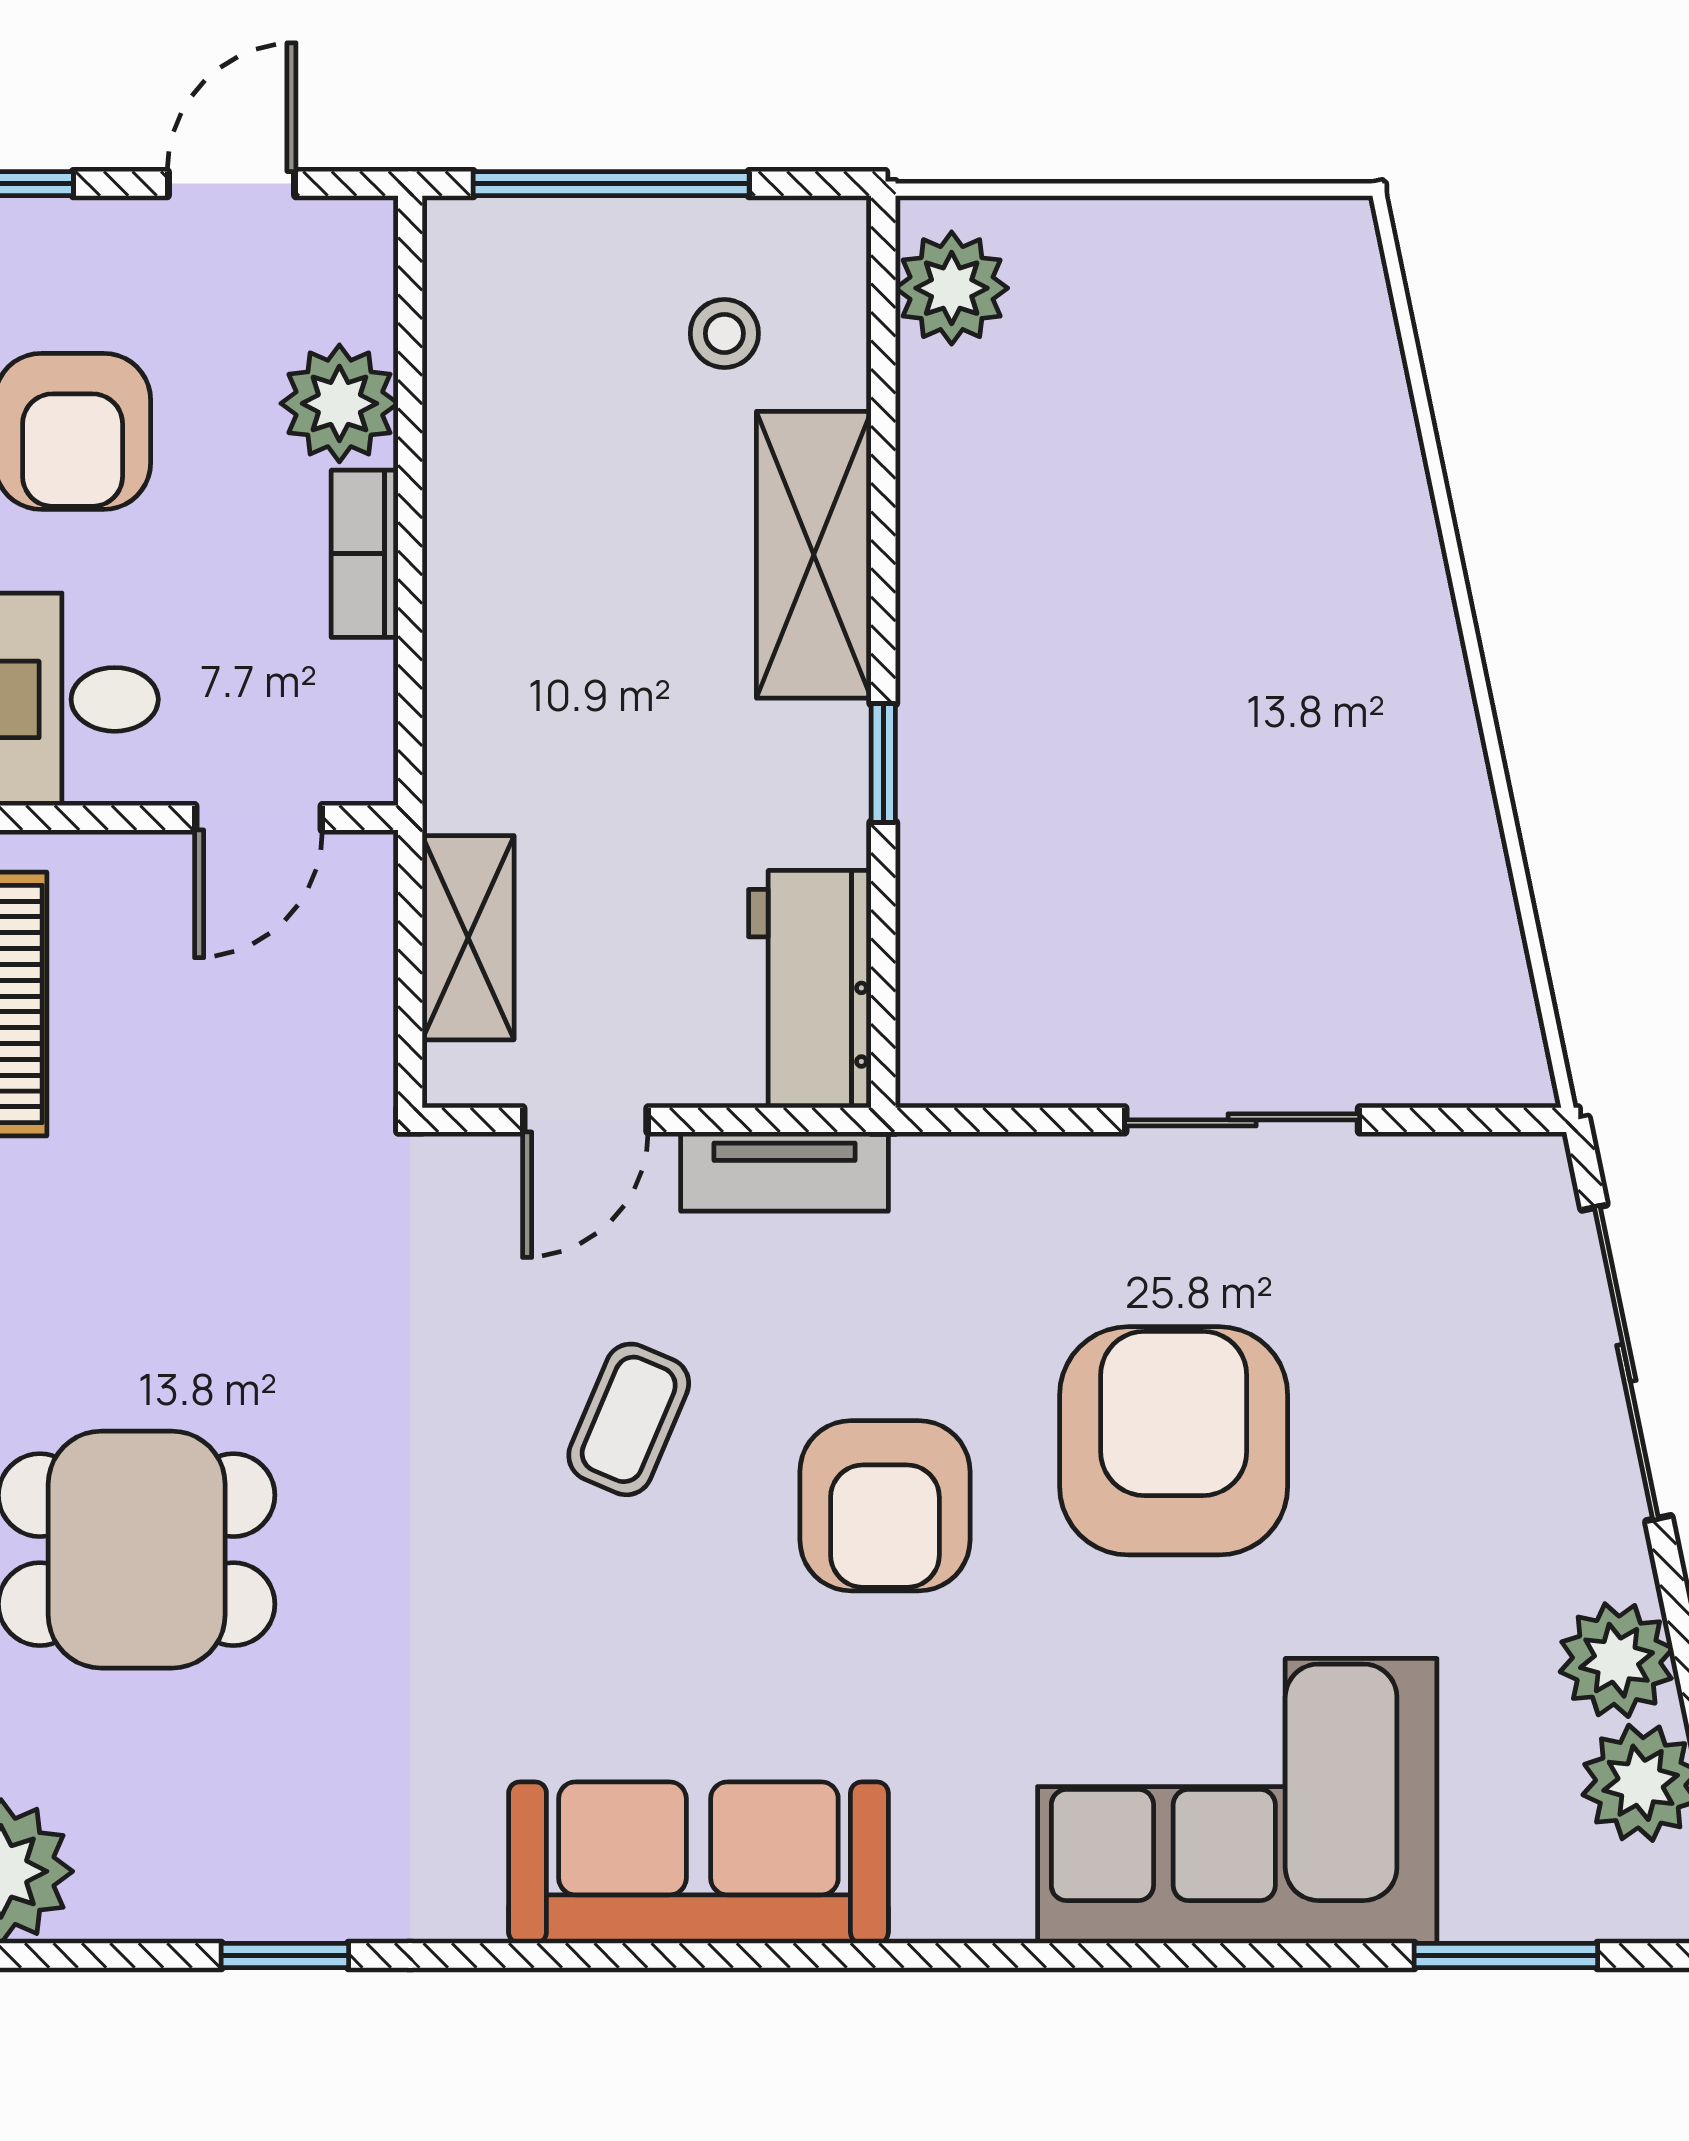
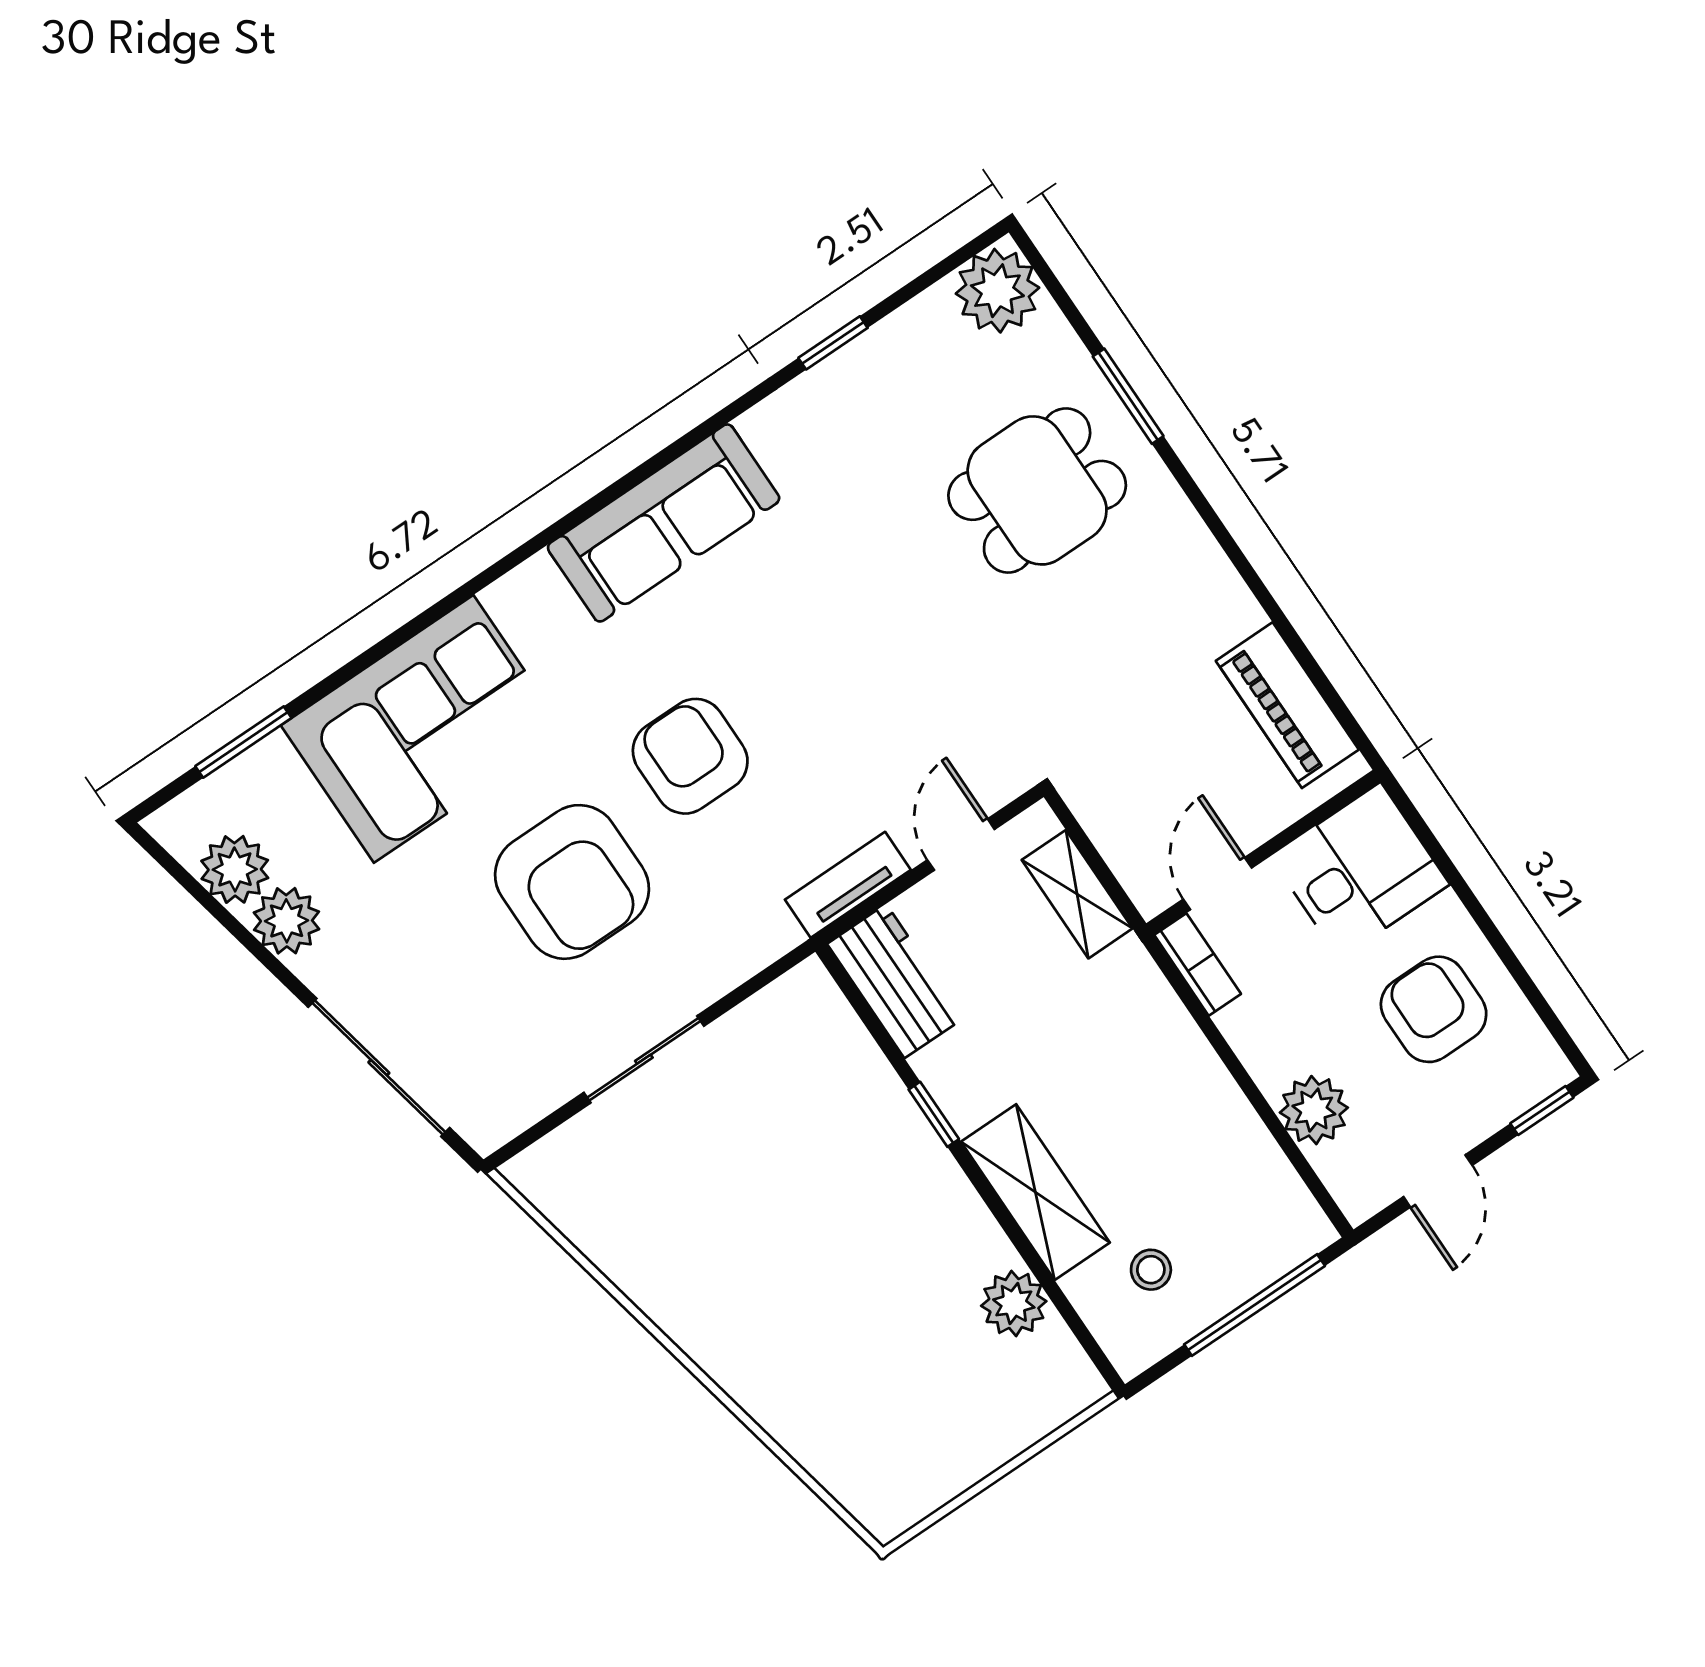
plant: (952, 288) -> (1014, 1303), moved
bookcase: (365, 554) -> (1198, 964), moved
coffee table: (629, 1419) -> (842, 714), removed

